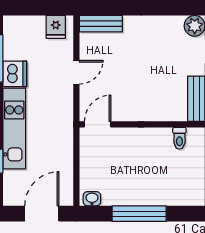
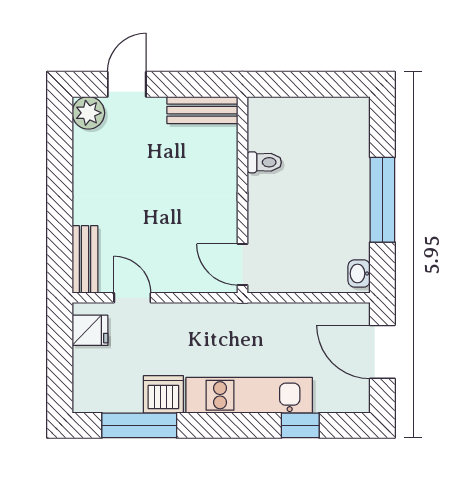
door: (76, 72) -> (132, 298), moved
toilet: (179, 138) -> (264, 162), moved

